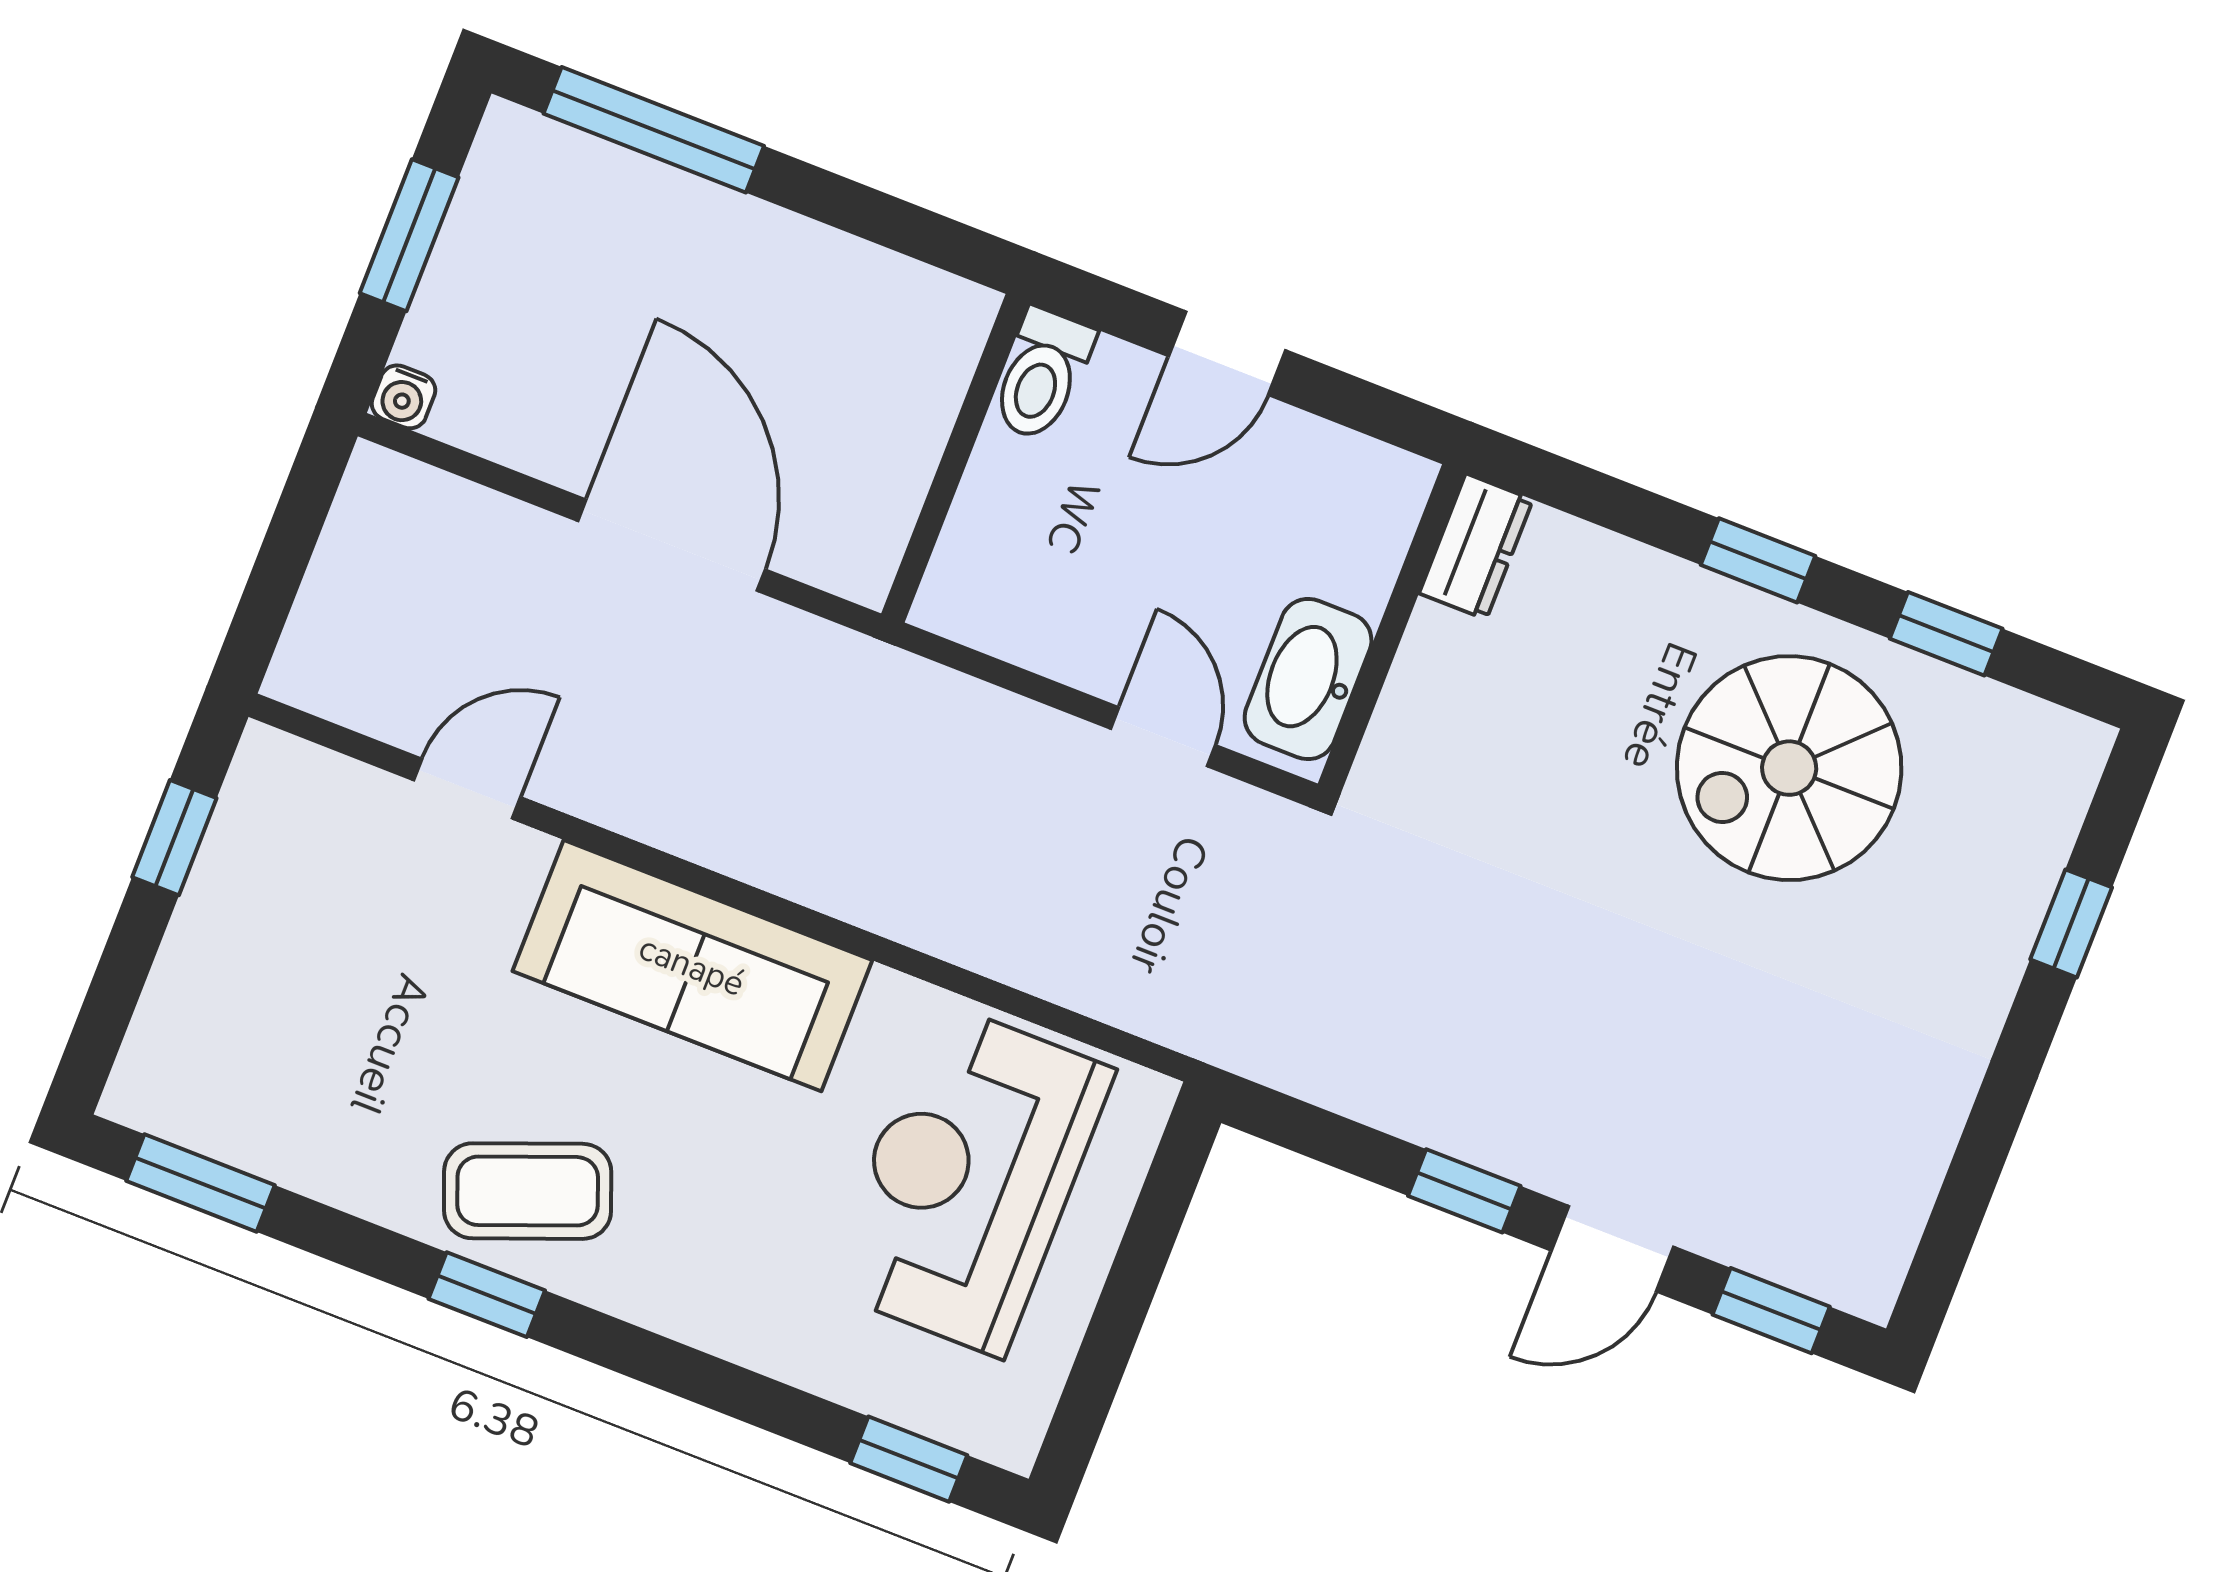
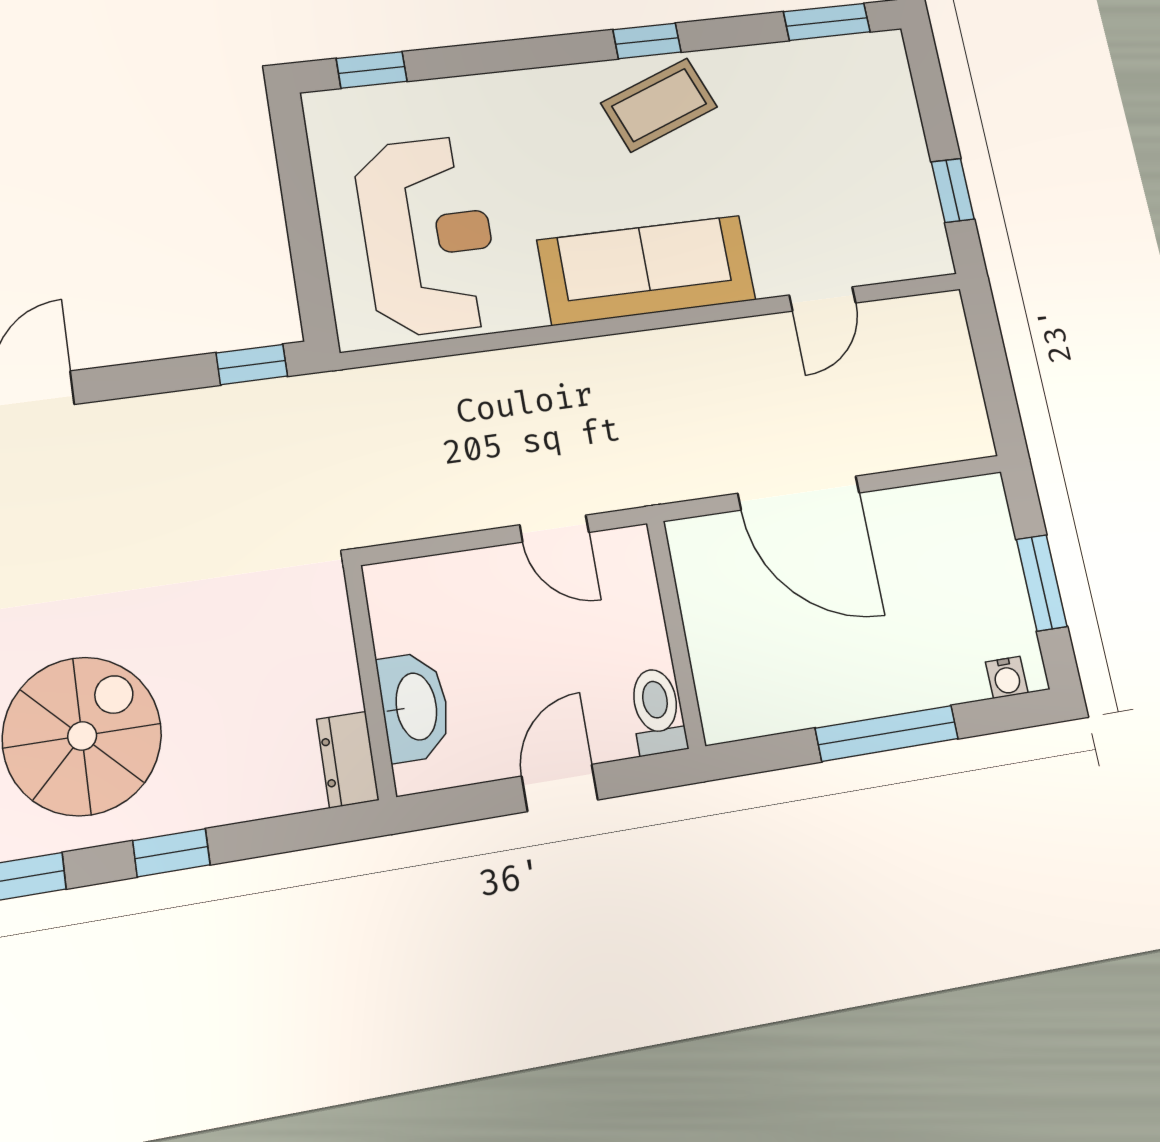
window: (654, 130) -> (887, 733), moved
water cooler: (403, 397) -> (1007, 677), moved, turned 180
washbasin: (1308, 679) -> (414, 707), moved
door: (1163, 737) -> (554, 529), moved
window: (1464, 1191) -> (252, 365), moved

